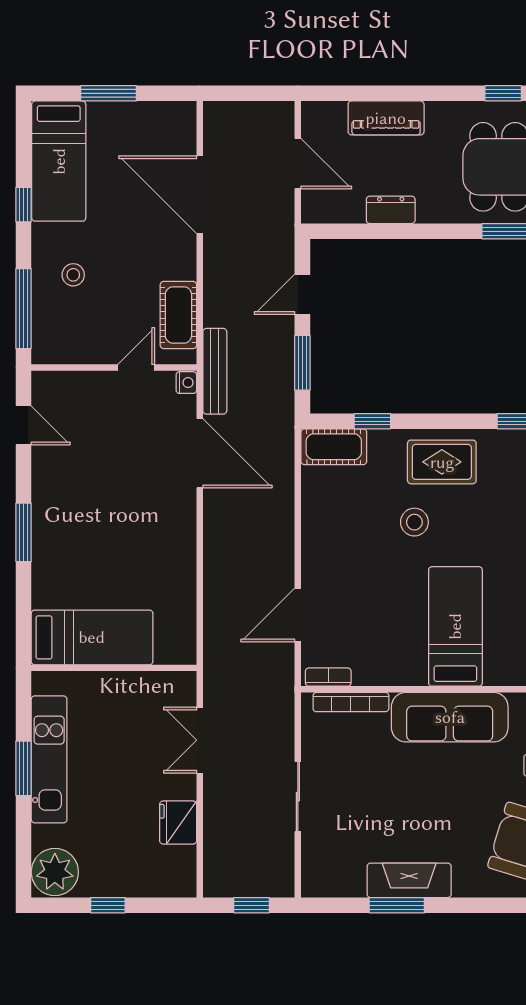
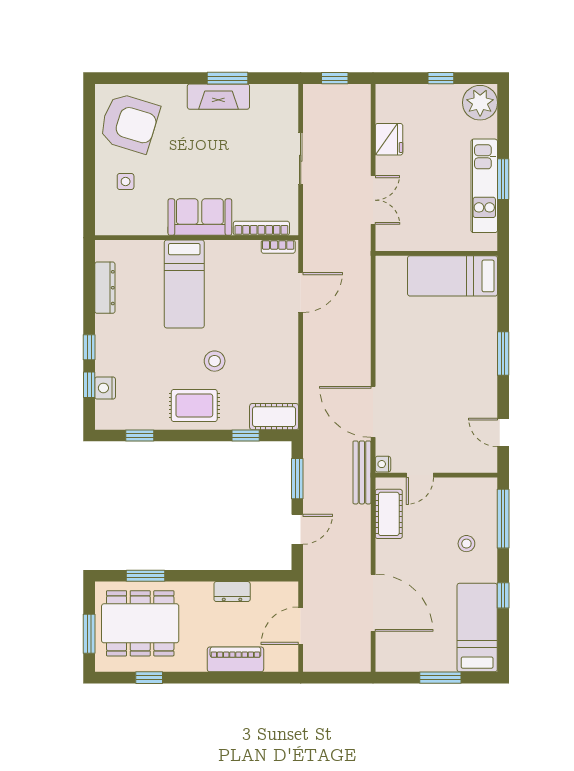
door: (298, 164) -> (301, 626), hinge flipped
sofa: (450, 717) -> (200, 217), width x0.73

